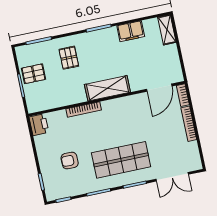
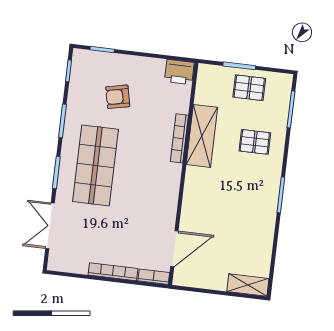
filing cabinet: (131, 31) -> (262, 236), removed
pallet: (34, 74) -> (249, 88), turned 90
shelving: (107, 88) -> (202, 136), moved
door: (159, 88) -> (174, 249), swing flipped
armchair: (70, 161) -> (118, 97), turned -102

